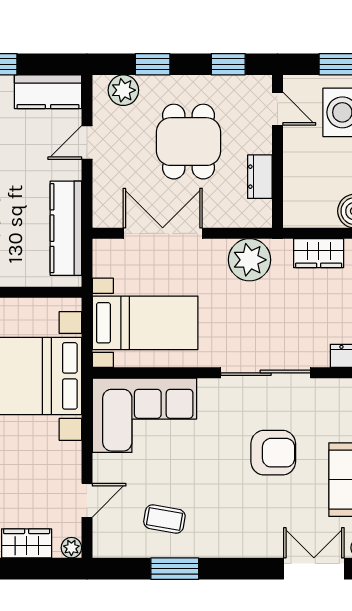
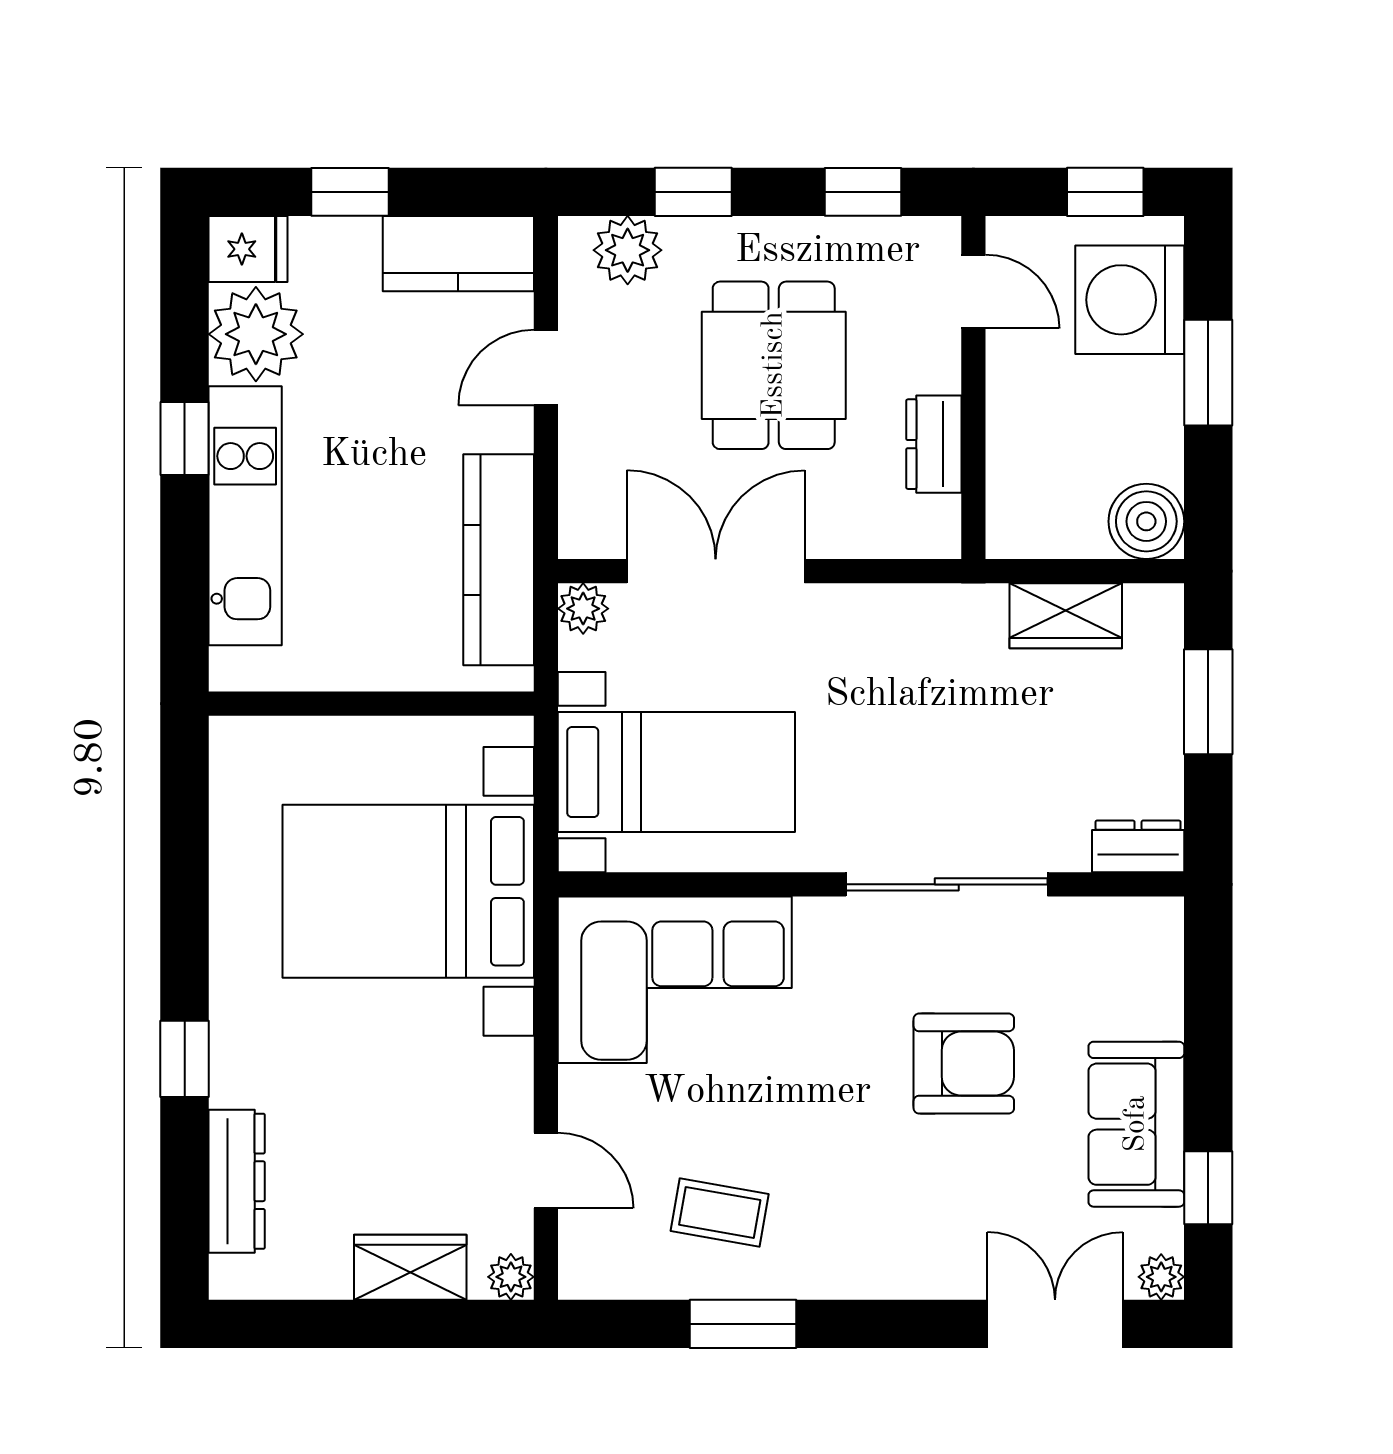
plant: (249, 260) -> (583, 609), moved, width x0.53, depth x0.53
door: (87, 500) -> (546, 1170), hinge flipped

